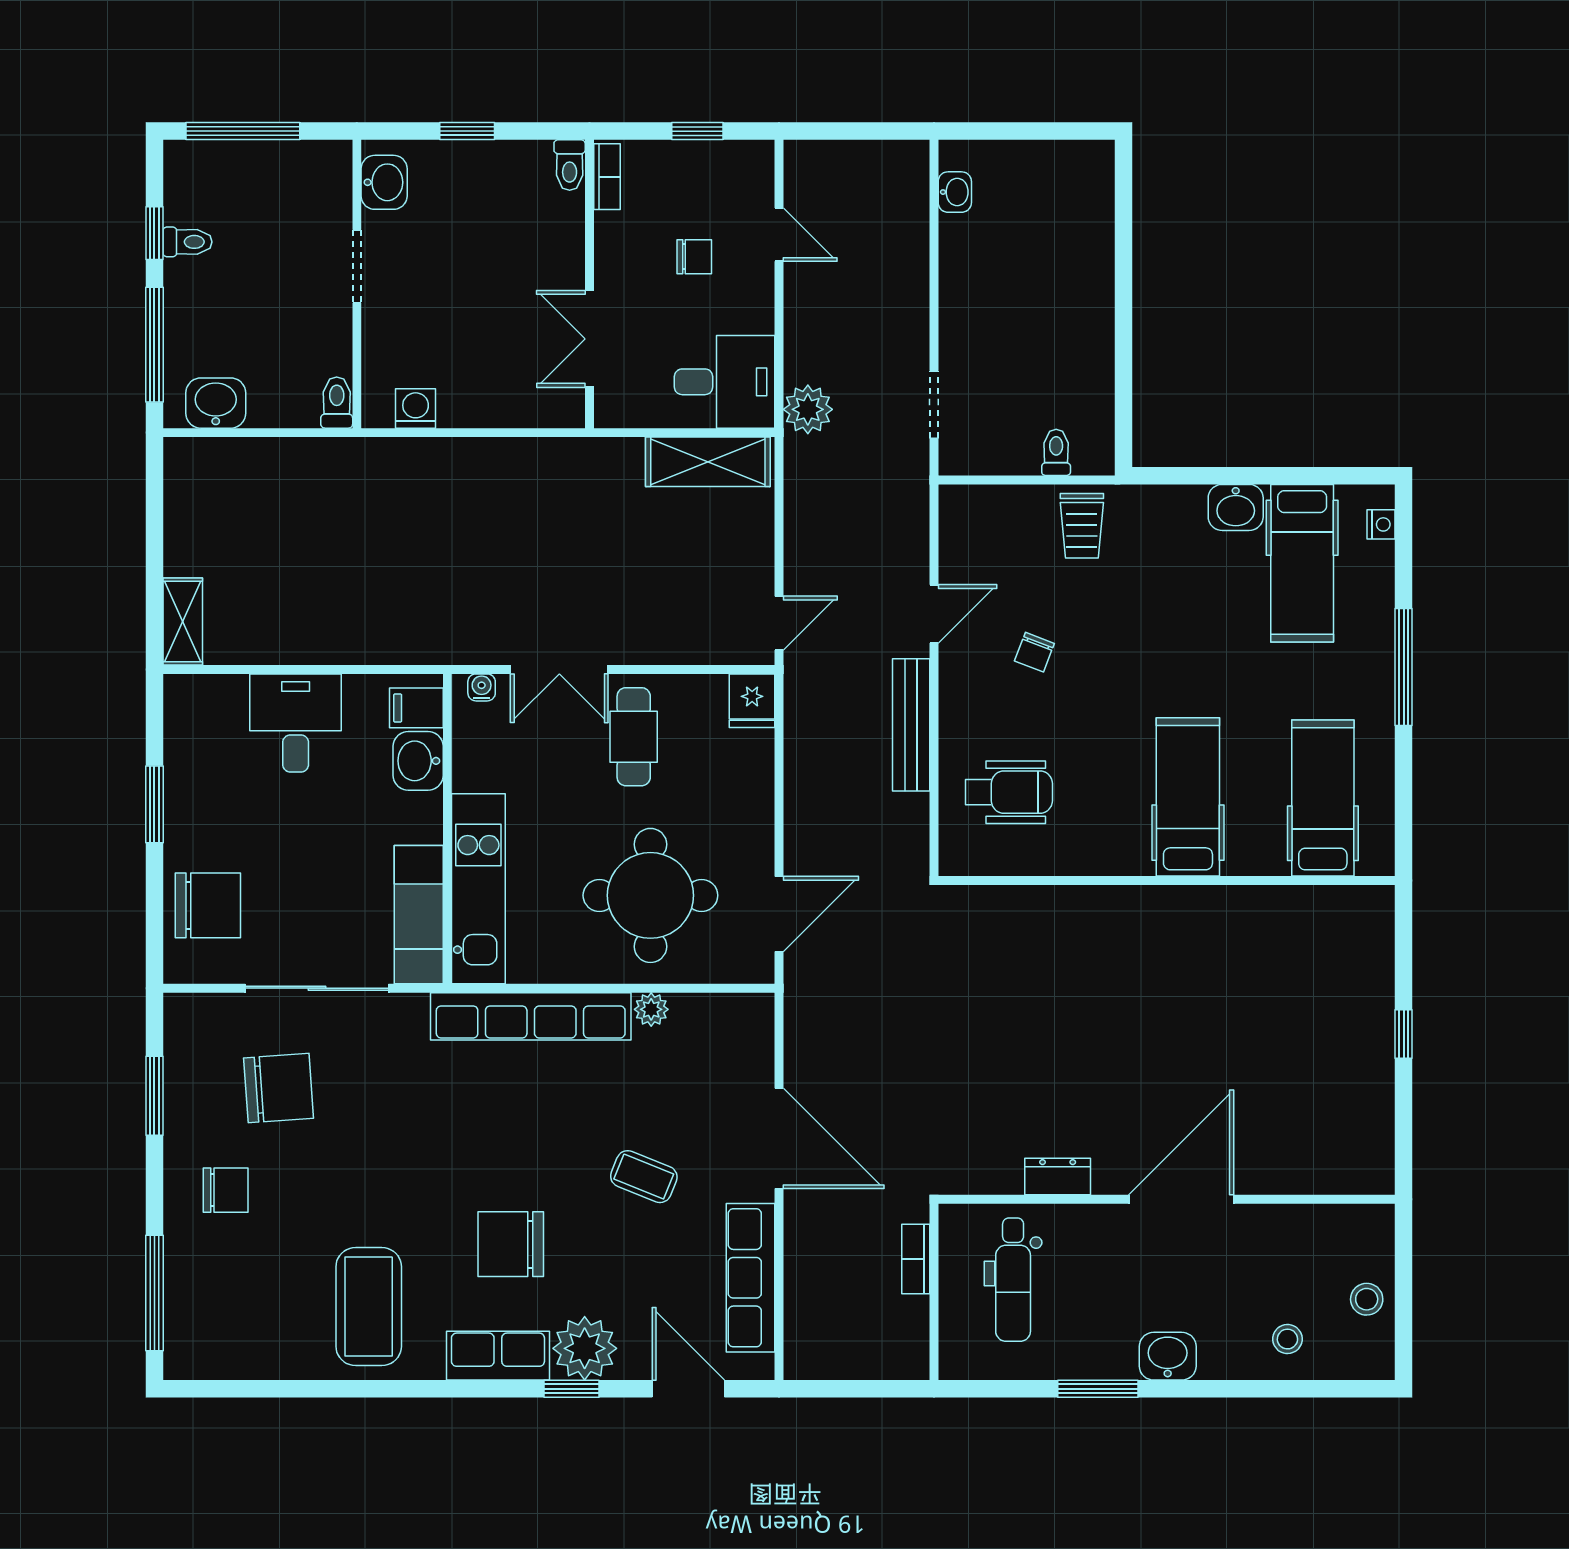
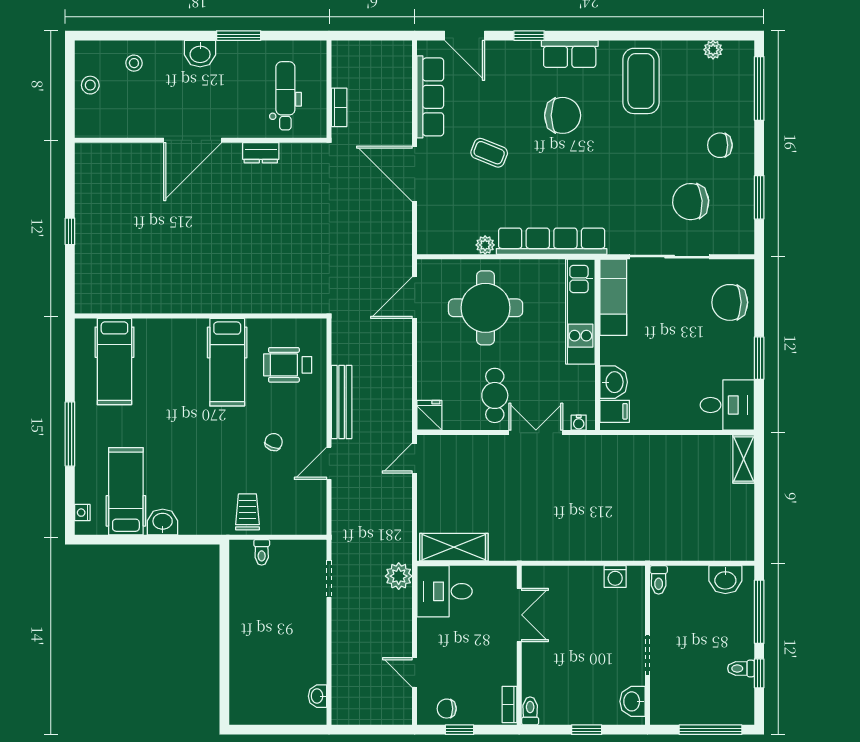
chair: (694, 257) -> (447, 709), moved
desk: (296, 723) -> (727, 405), moved, turned -90
hospital bed: (1188, 797) -> (227, 362), moved
plant: (585, 1348) -> (713, 50), moved, width x0.53, depth x0.53

